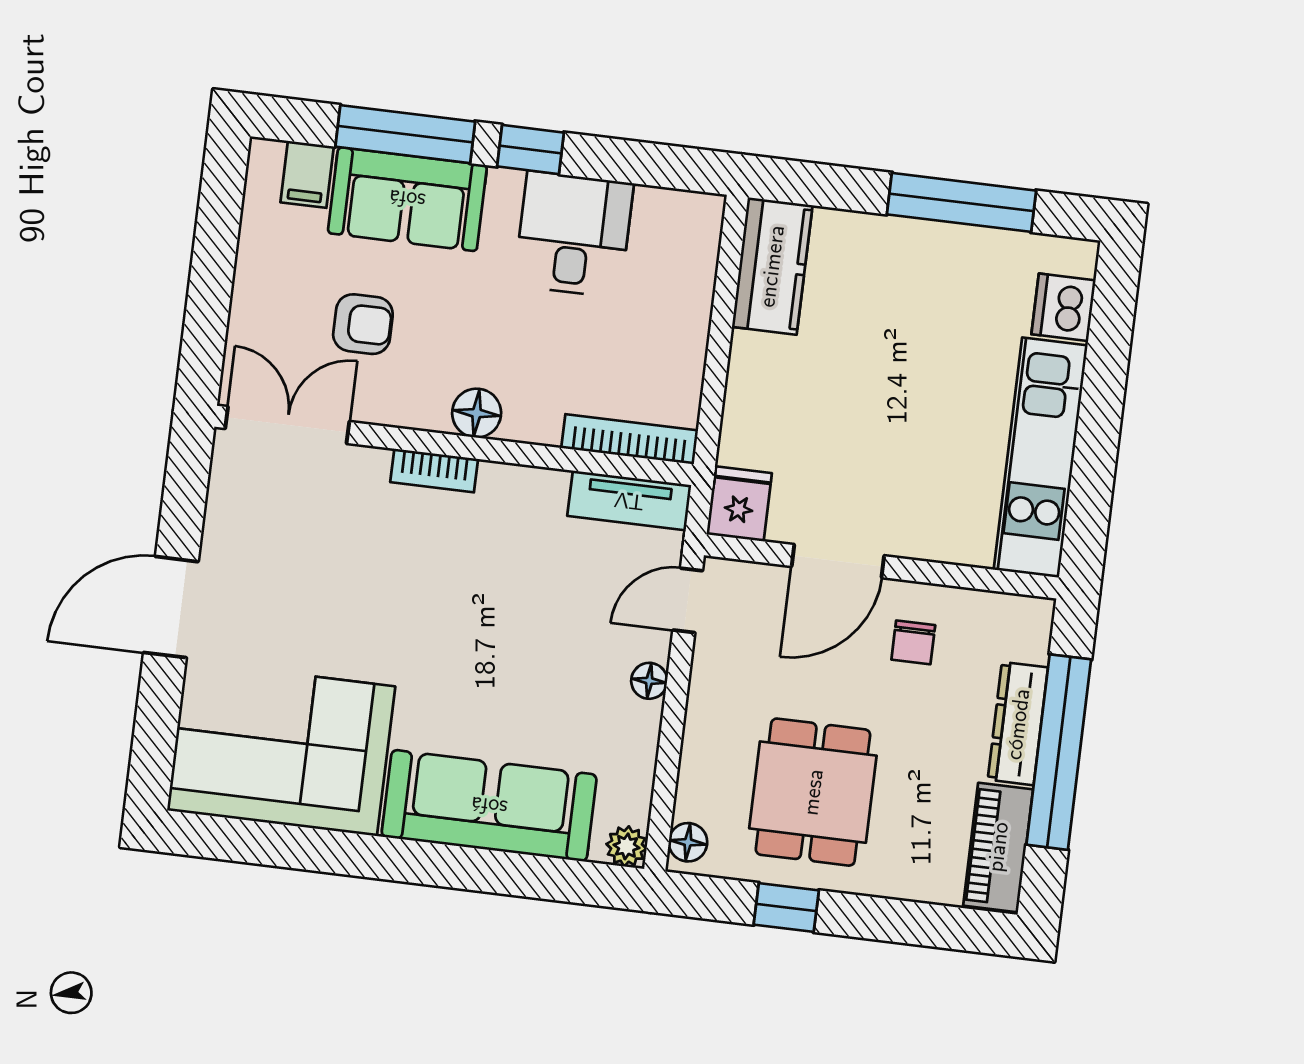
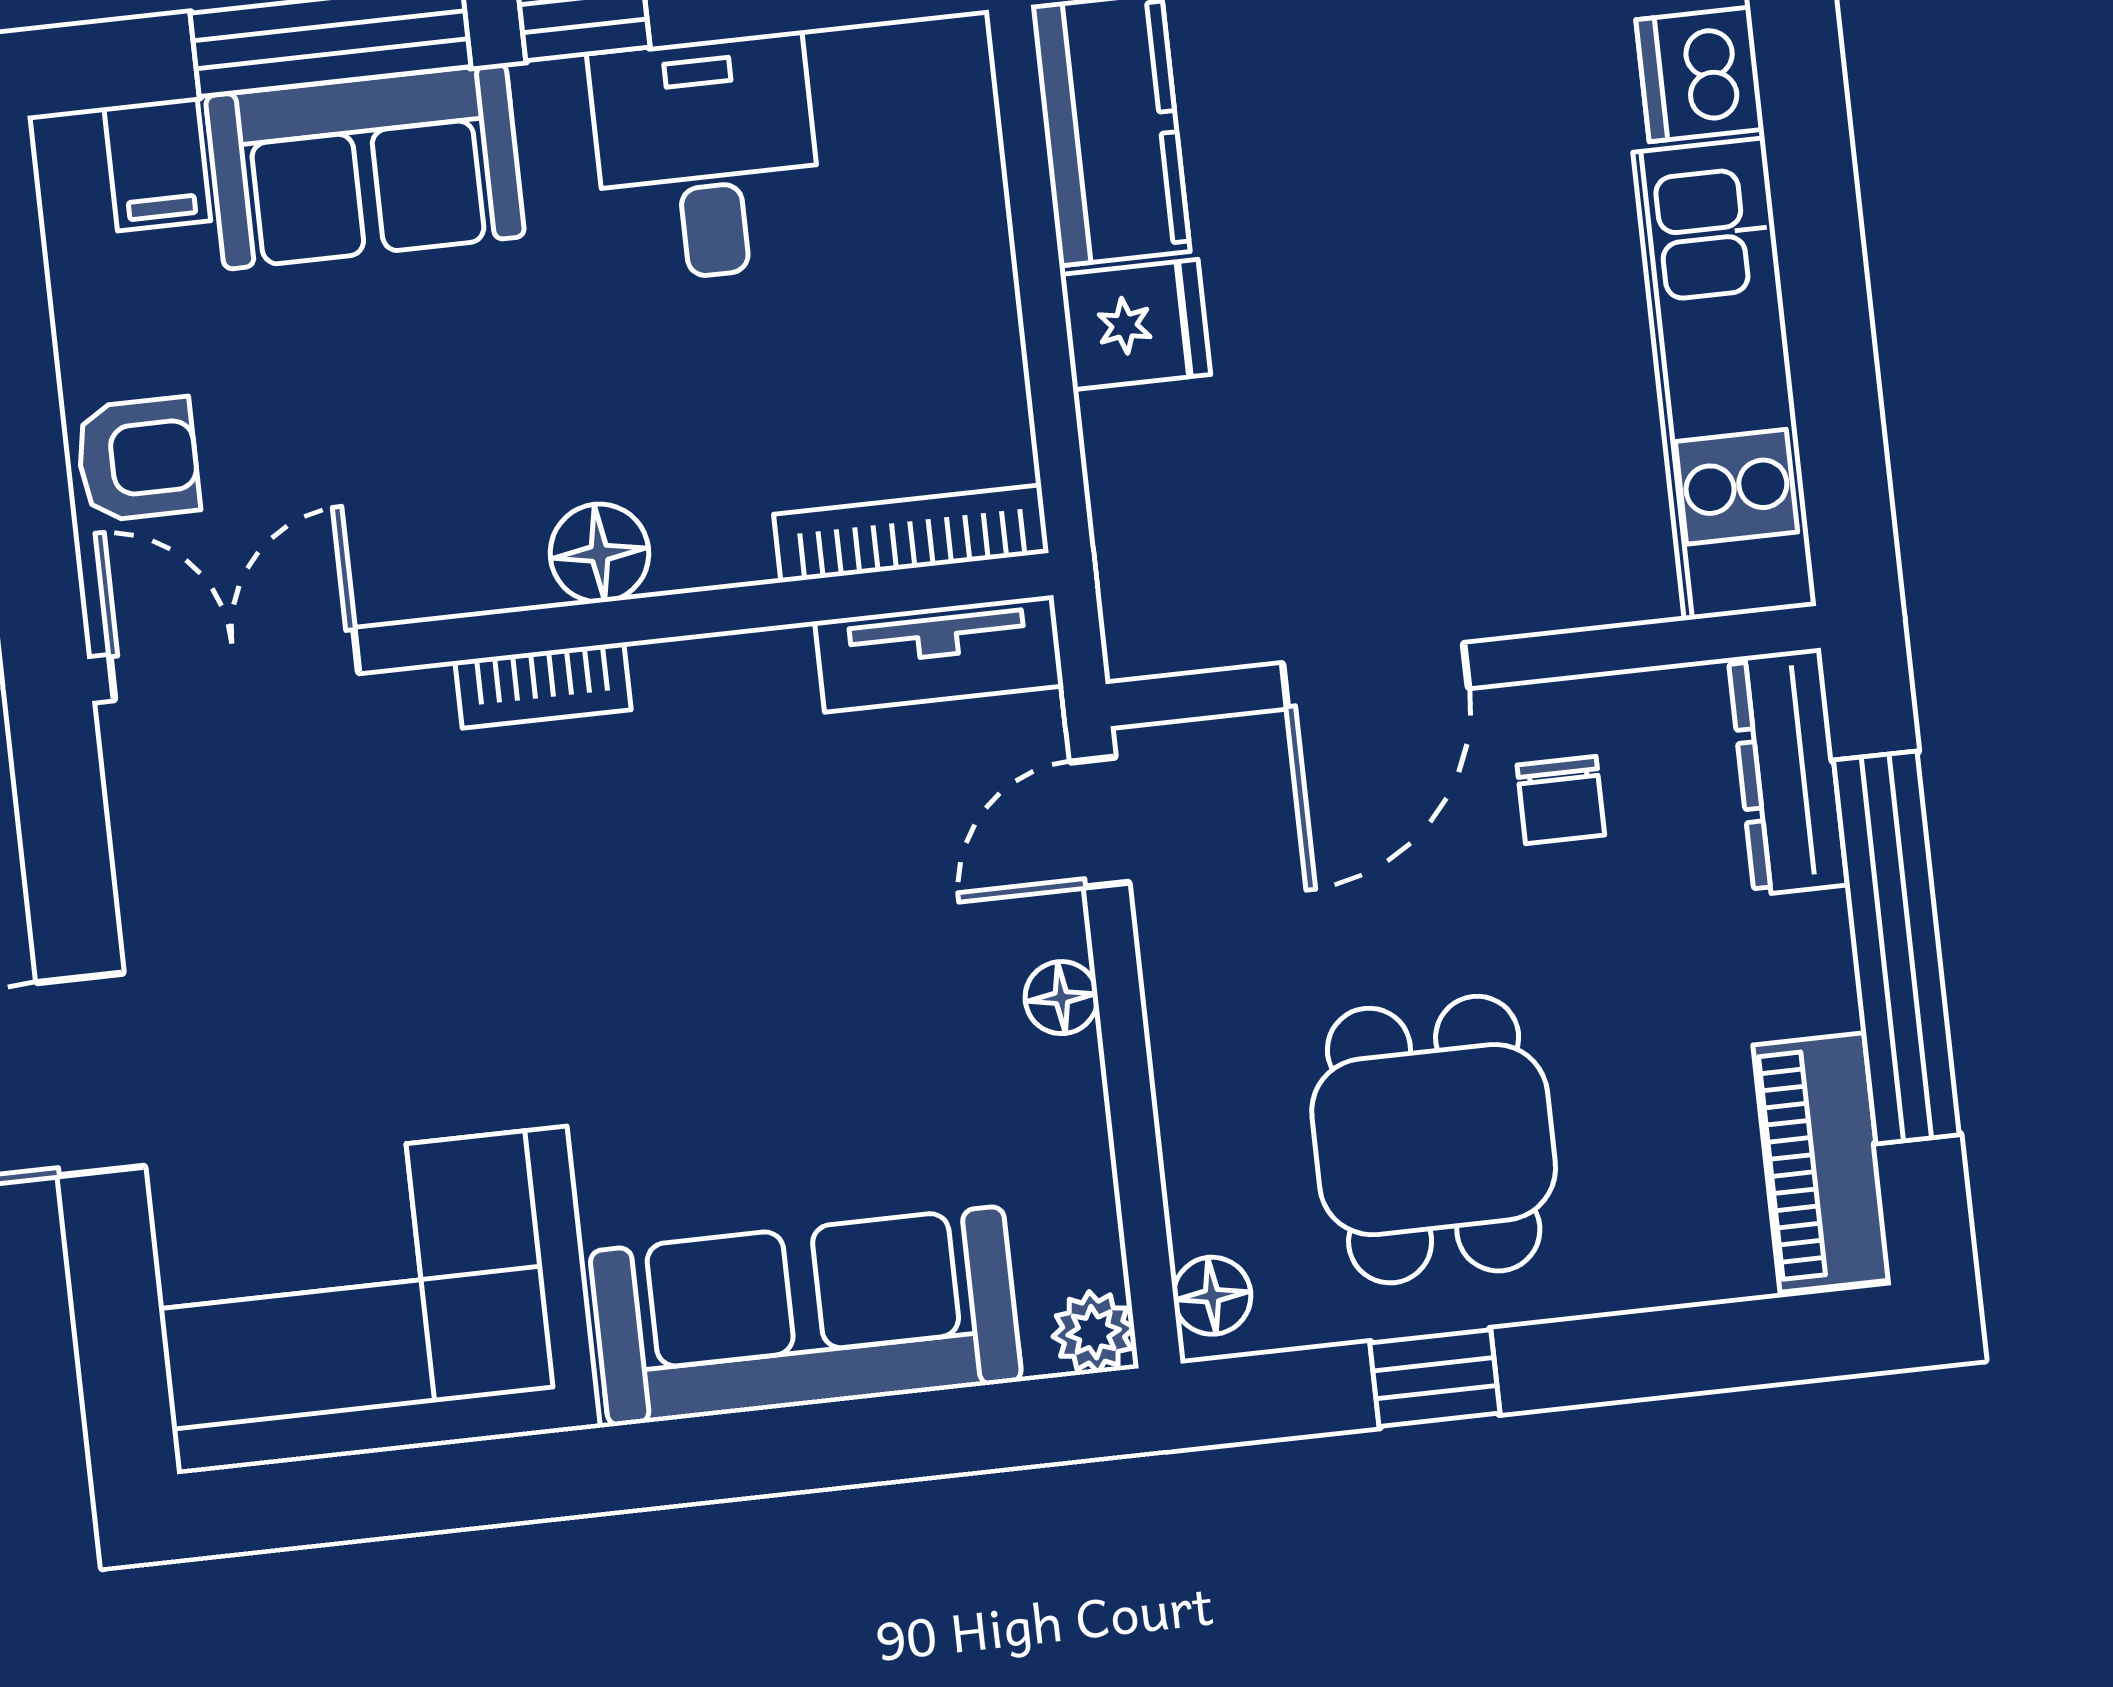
armchair: (363, 324) -> (138, 459), moved
fridge: (739, 504) -> (1136, 324), moved, turned 90
dresser: (1018, 724) -> (1788, 772), moved

